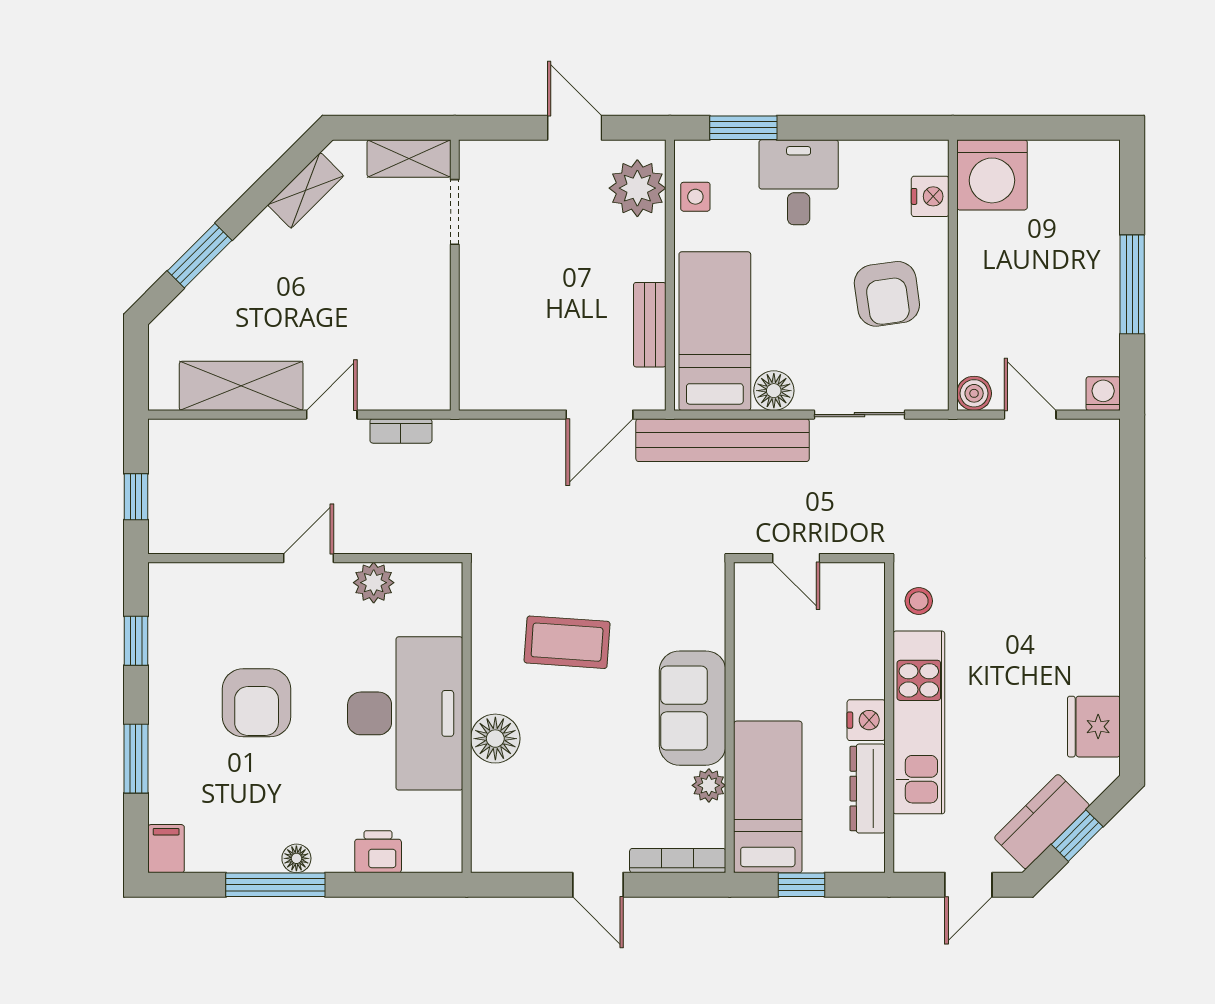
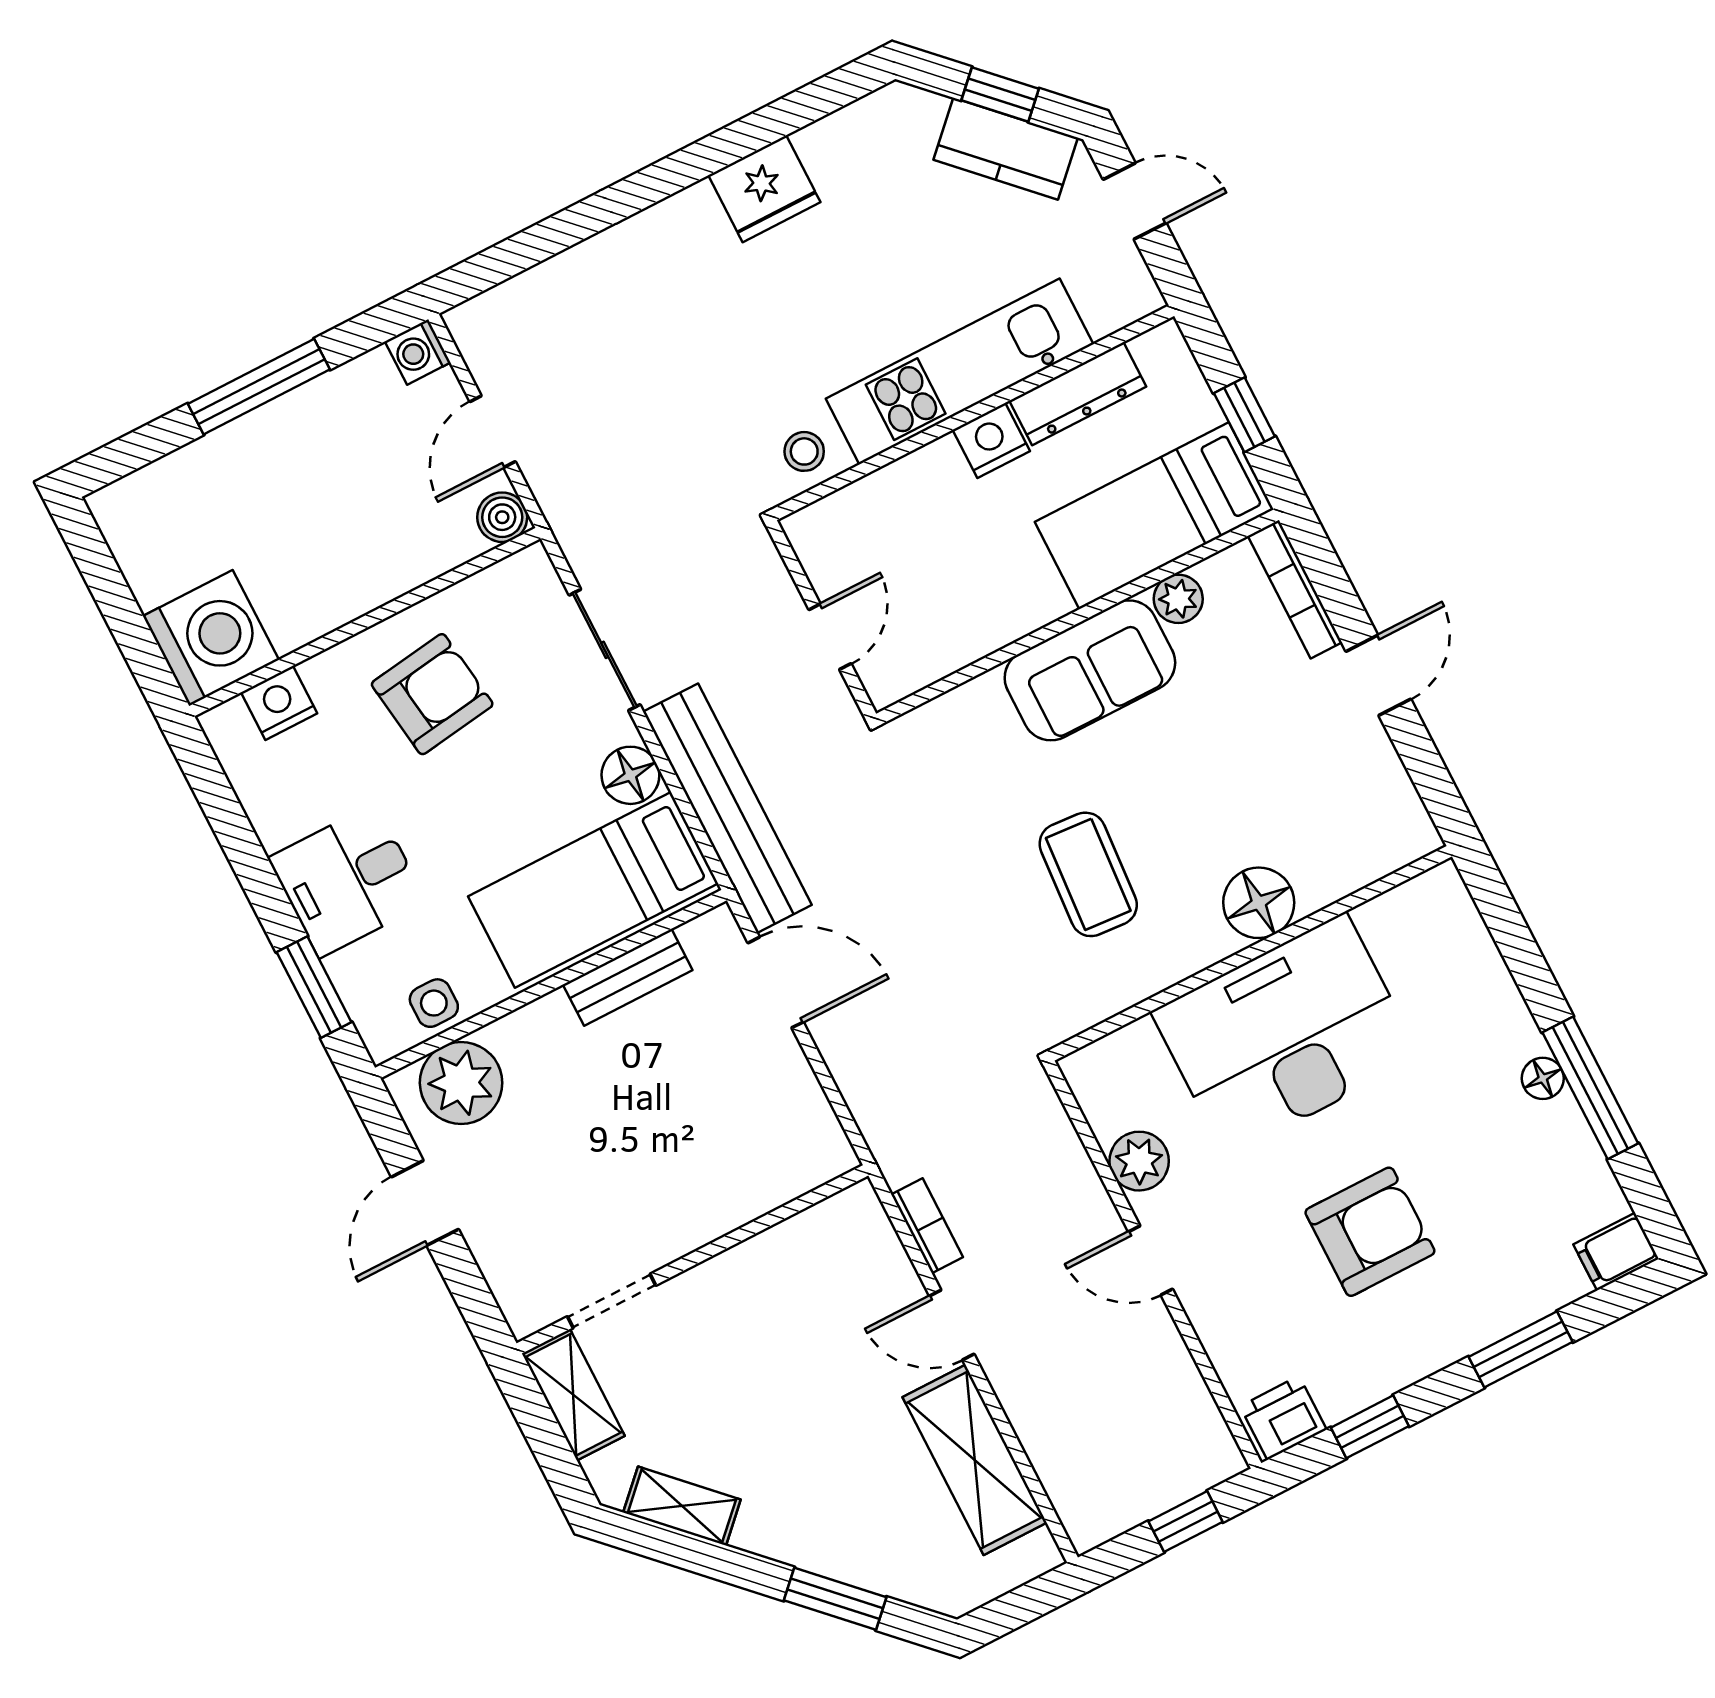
fridge: (1094, 727) -> (764, 189), moved
printer: (378, 852) -> (1283, 1418), moved, turned 90

